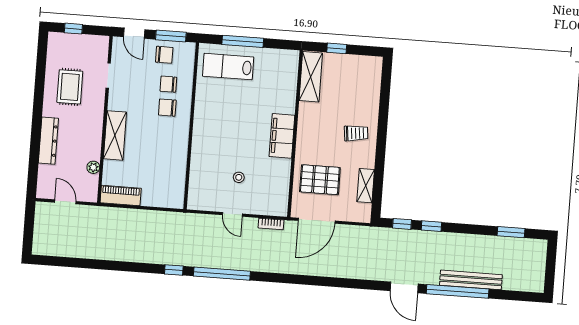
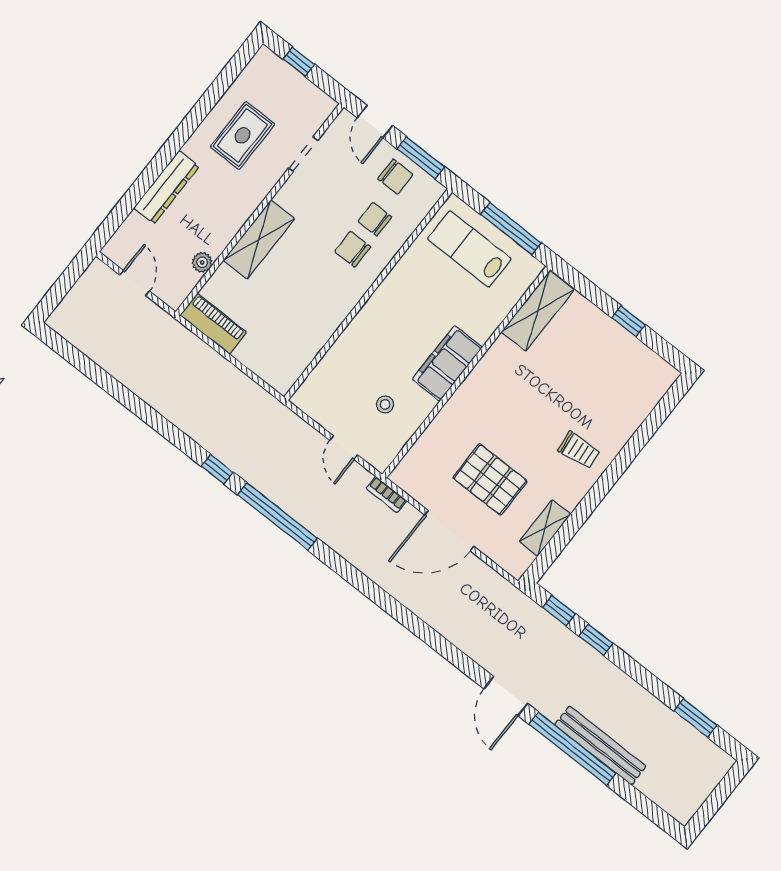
shelving: (311, 77) -> (538, 311), moved
wall: (295, 134) -> (466, 372), moved
filing cabinet: (282, 136) -> (447, 363), moved

